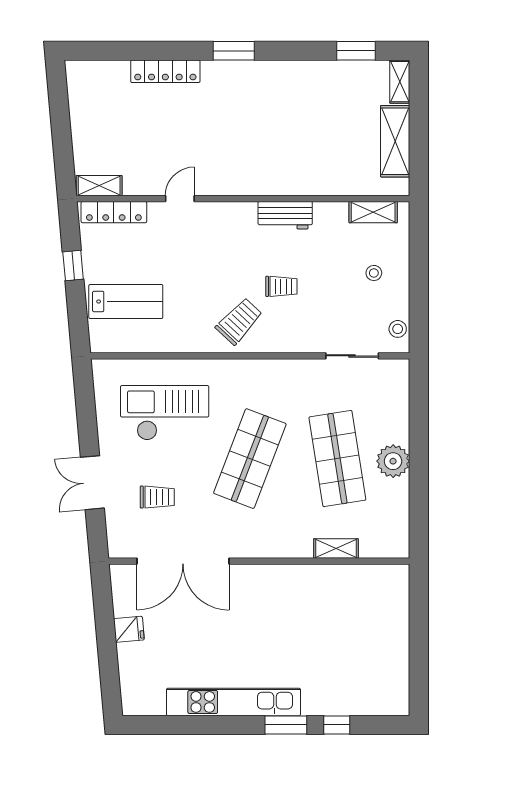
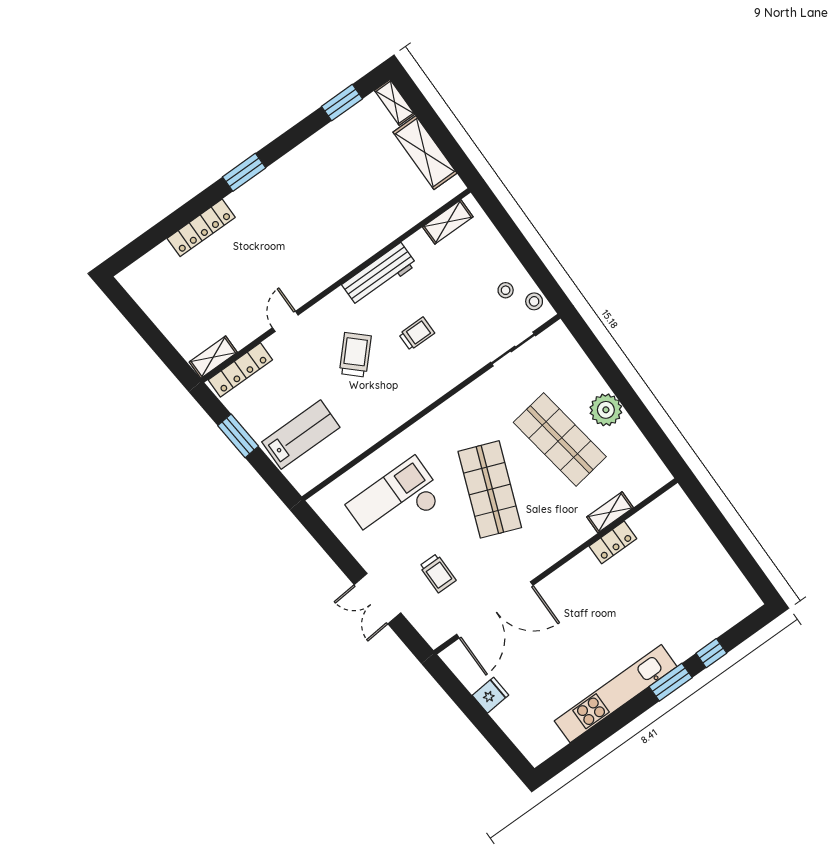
workbench: (285, 215) -> (379, 275), width x1.38
window: (73, 265) -> (238, 436), width x1.50
stool: (374, 273) -> (506, 290), moved
trolley: (239, 321) -> (355, 355), moved
trolley: (157, 497) -> (438, 573), turned 90
locker: (321, 575) -> (613, 542), added

